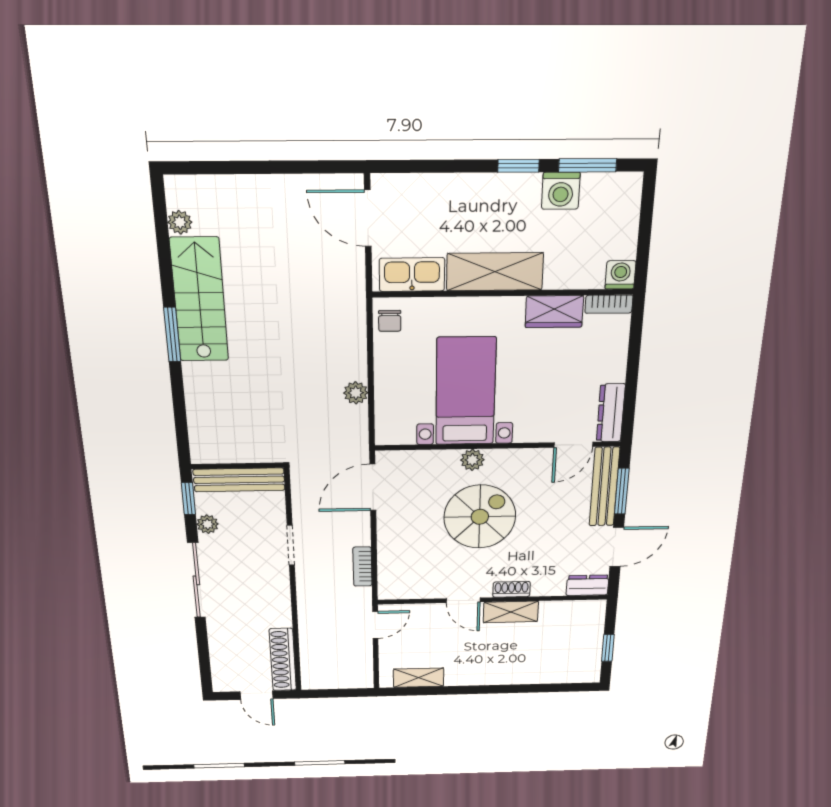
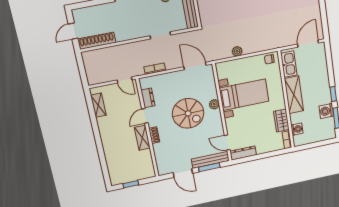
washing machine: (620, 275) -> (297, 129), moved
dresser: (587, 585) -> (148, 98), moved

